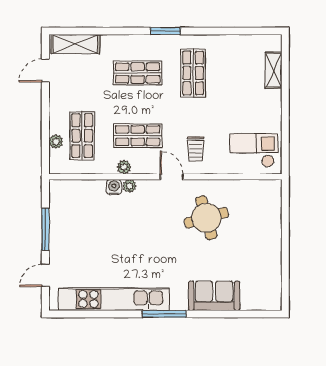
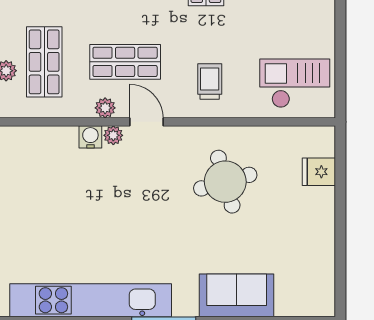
trolley: (196, 149) -> (210, 81), turned 180
door: (172, 177) -> (146, 122), moved
fridge: (270, 211) -> (319, 172), added

